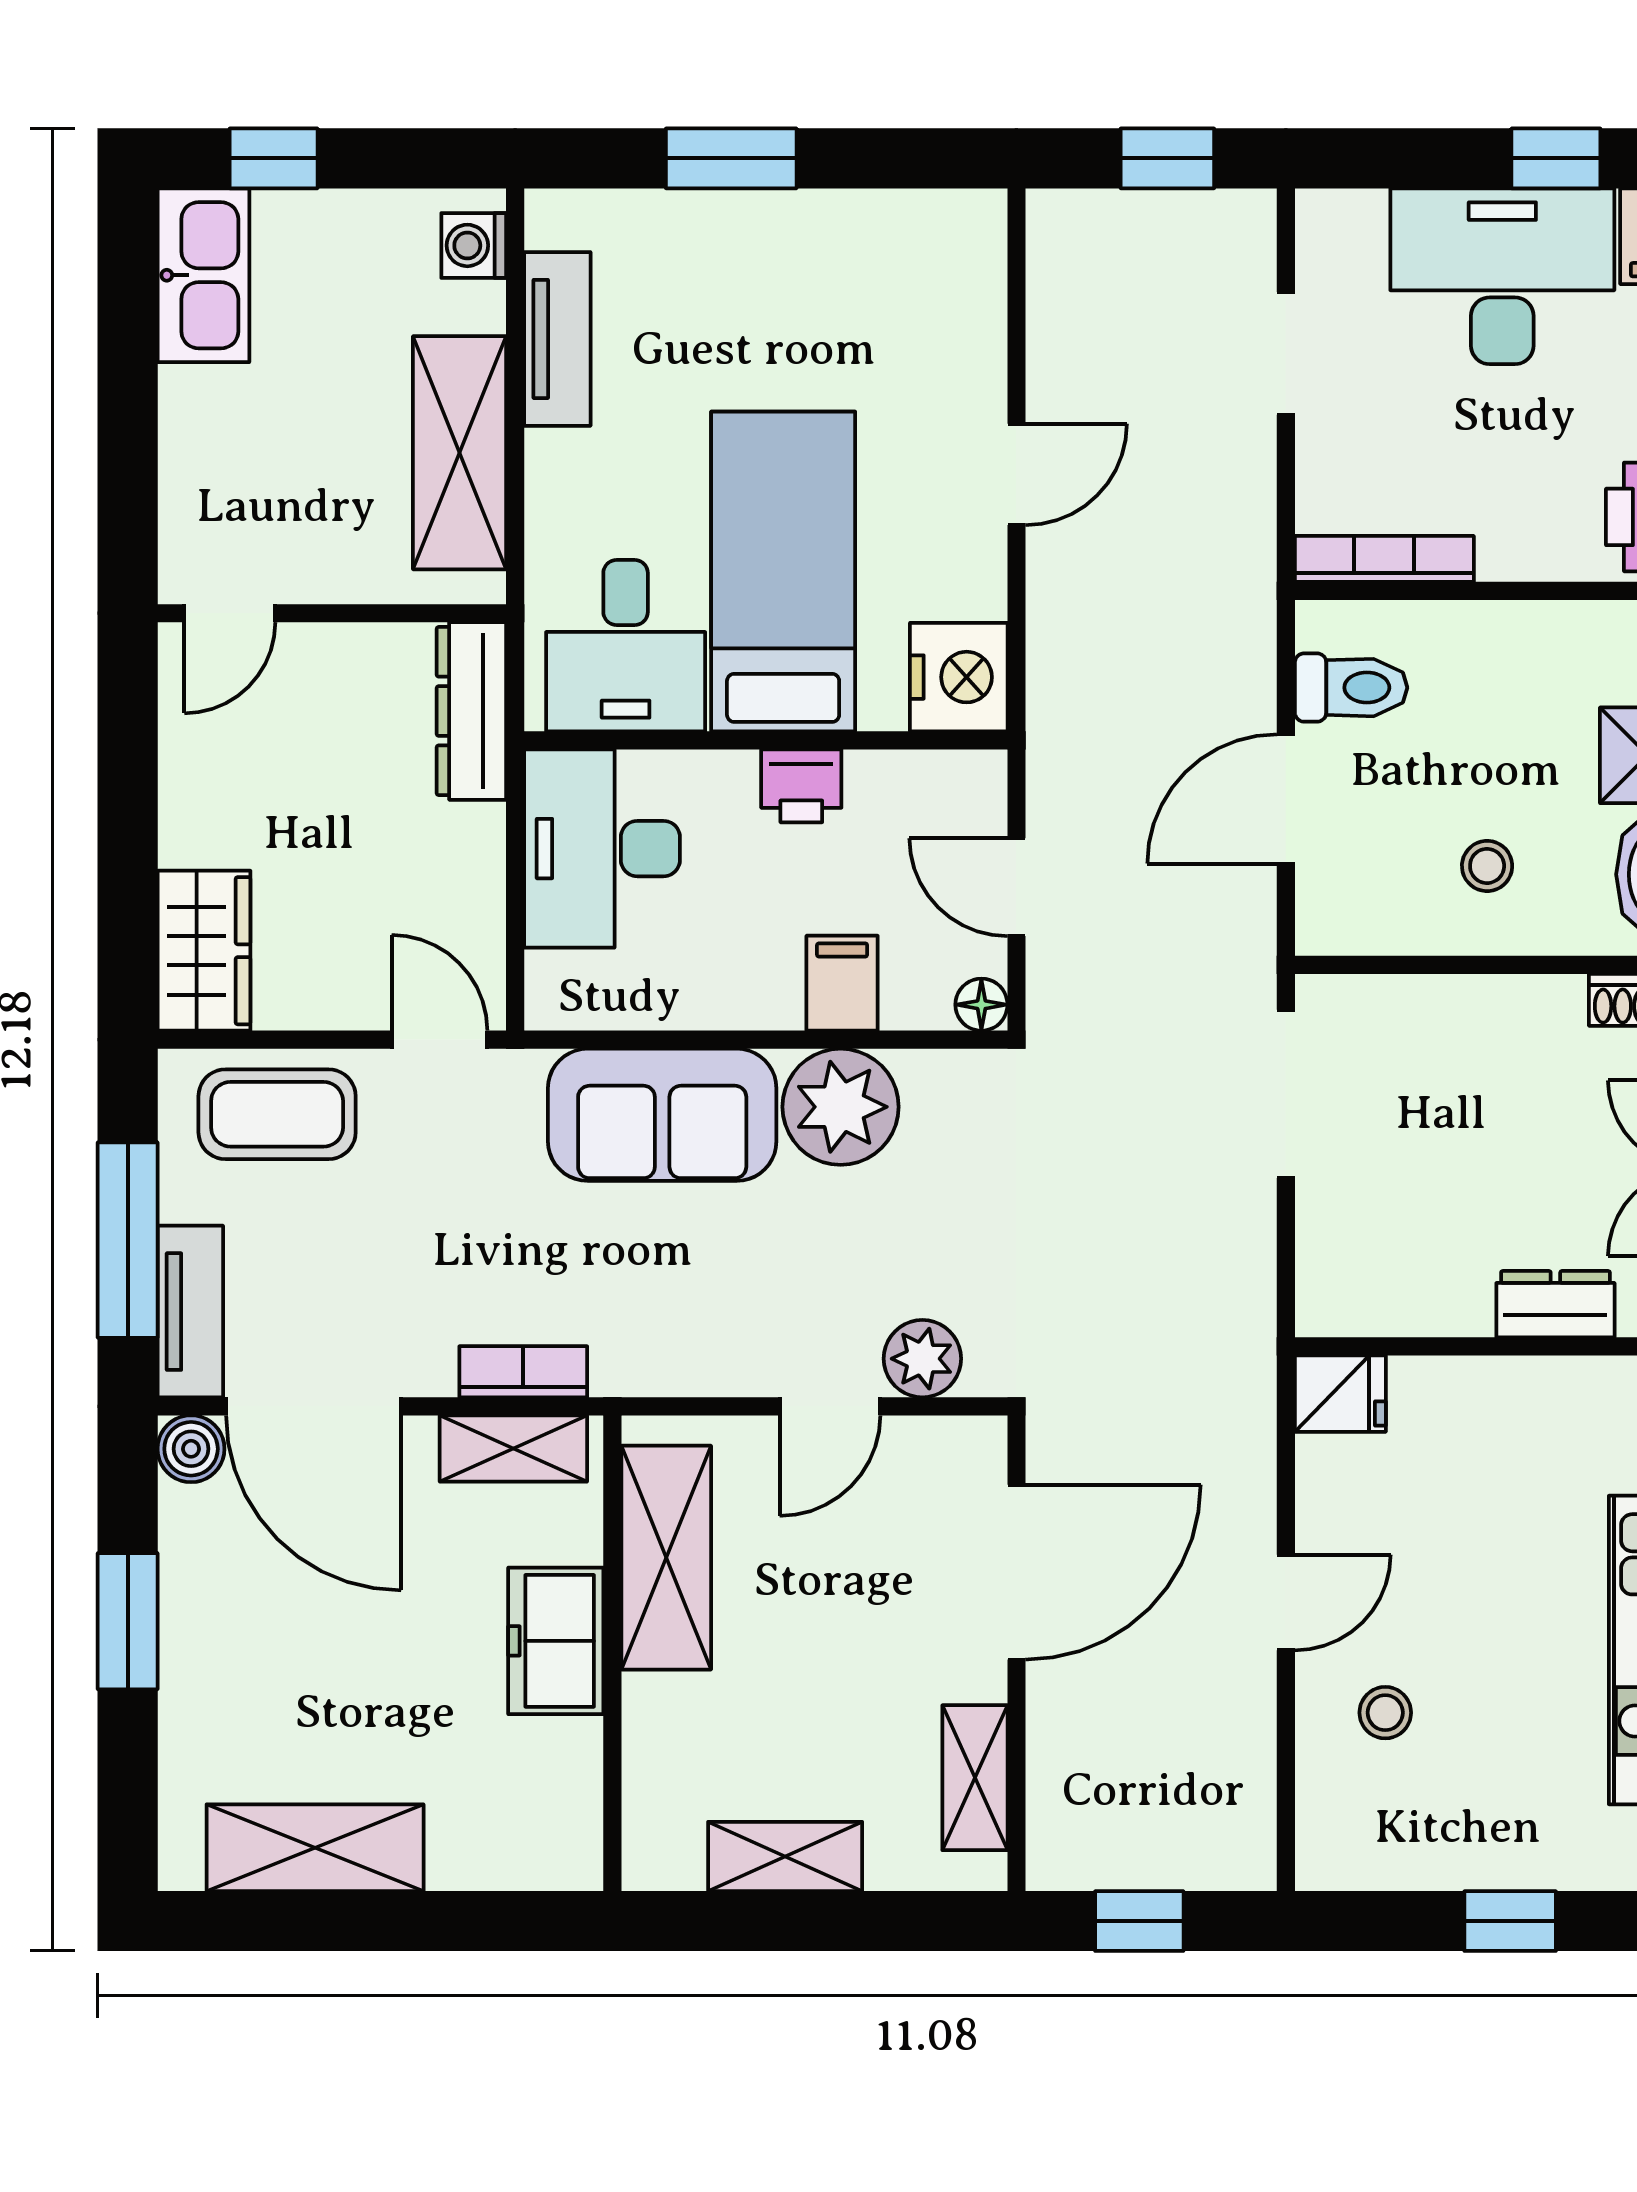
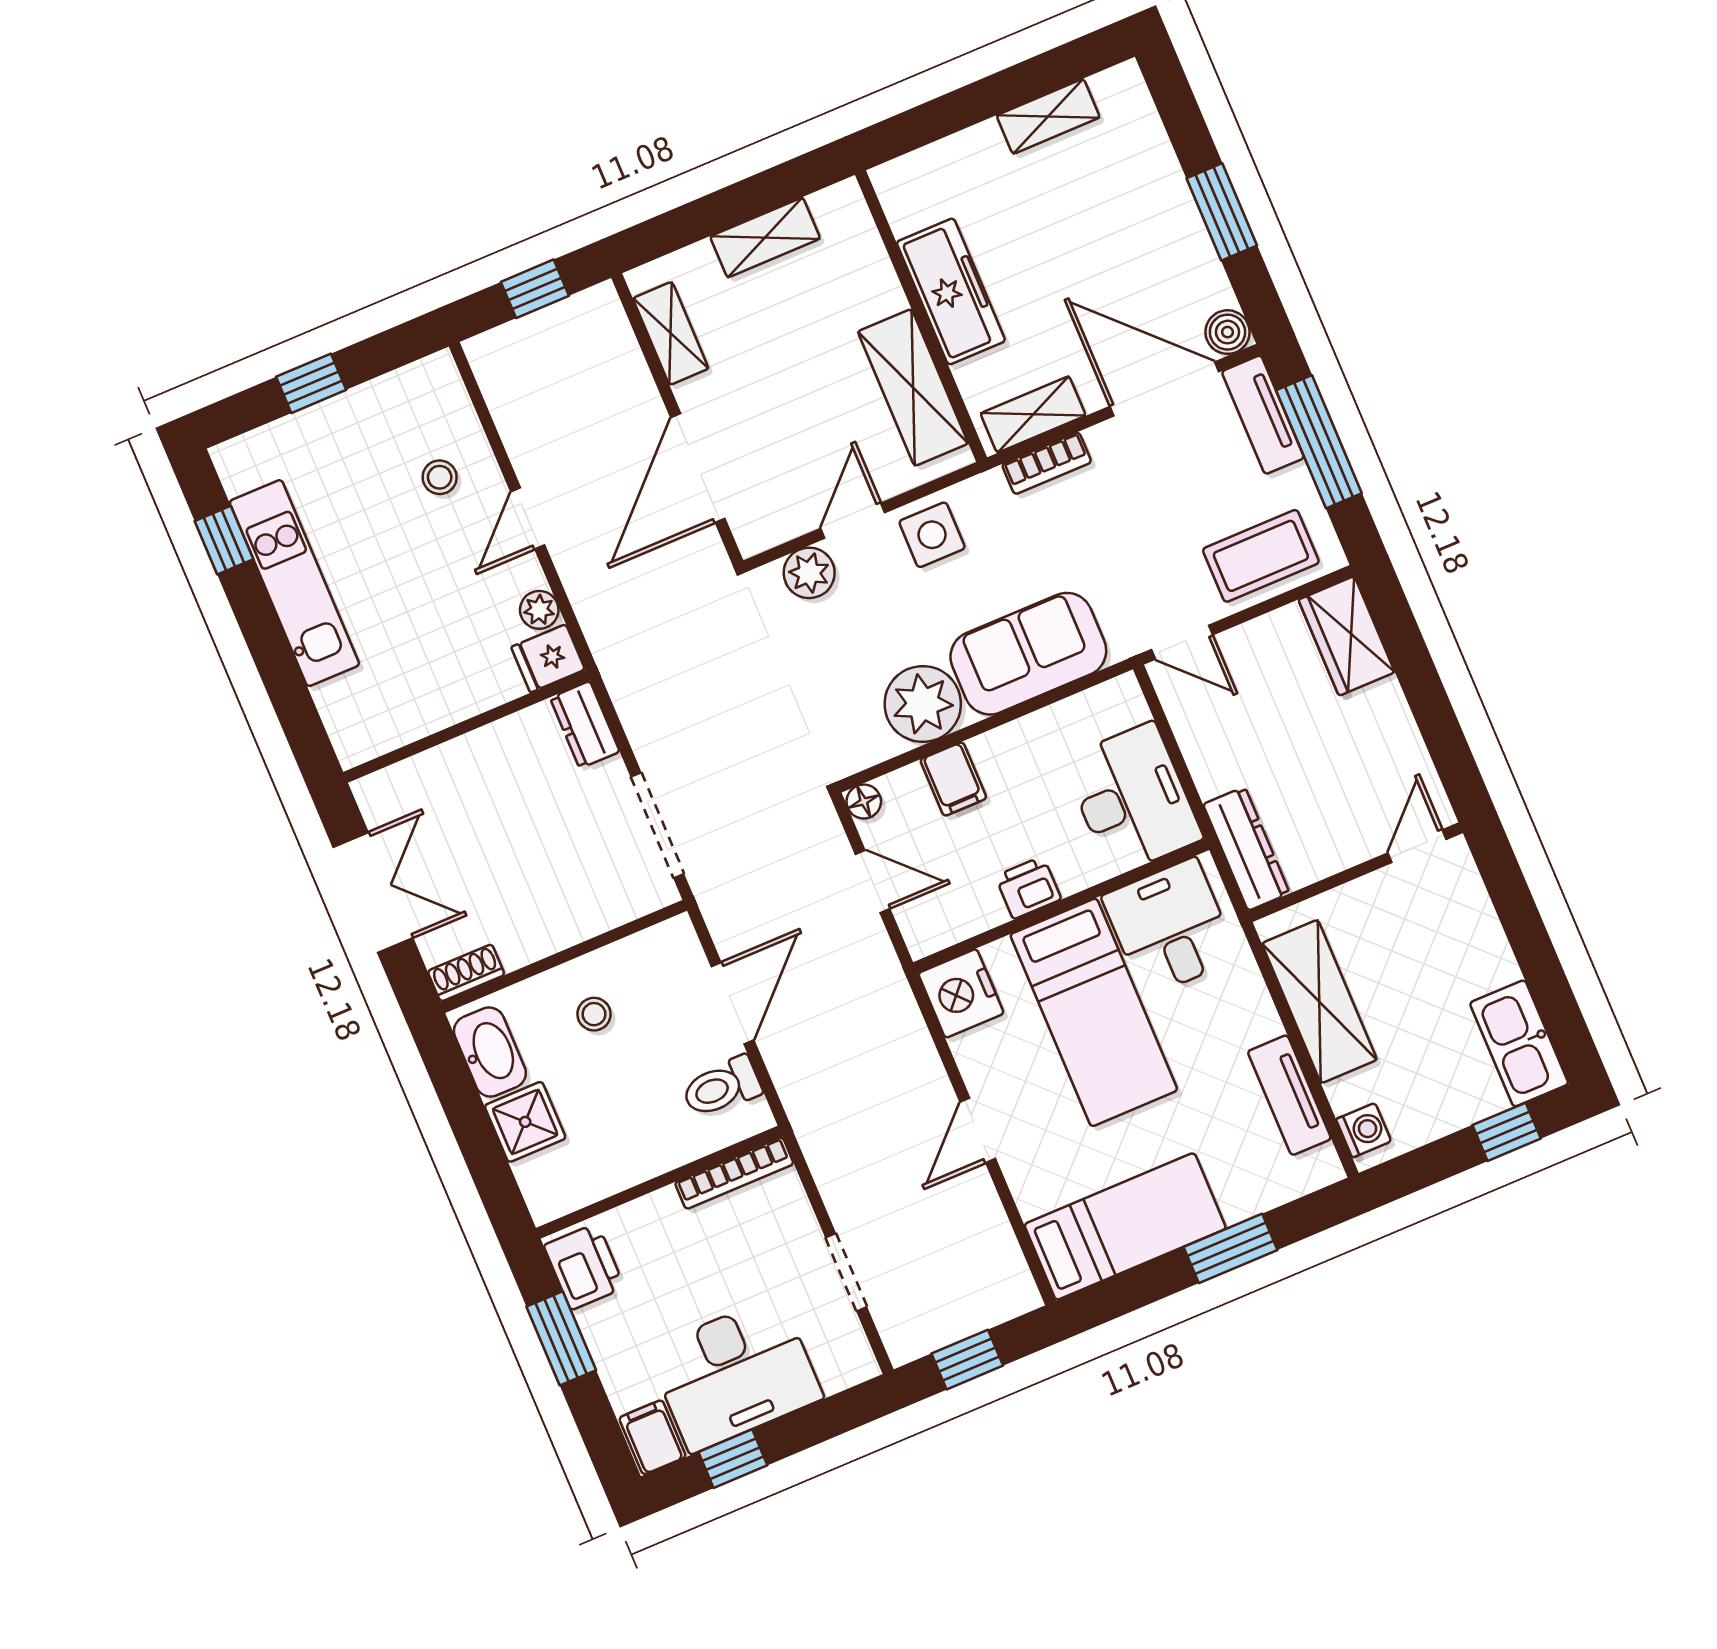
bed: (866, 252) -> (1125, 1226), added
dresser: (1555, 1304) -> (585, 725), moved, turned 90
side table: (727, 1339) -> (932, 535), added
plant: (1324, 1467) -> (539, 610), added
freezer: (556, 1641) -> (951, 291), width x1.40
shelving: (315, 1848) -> (1048, 116), width x0.67, depth x0.75

